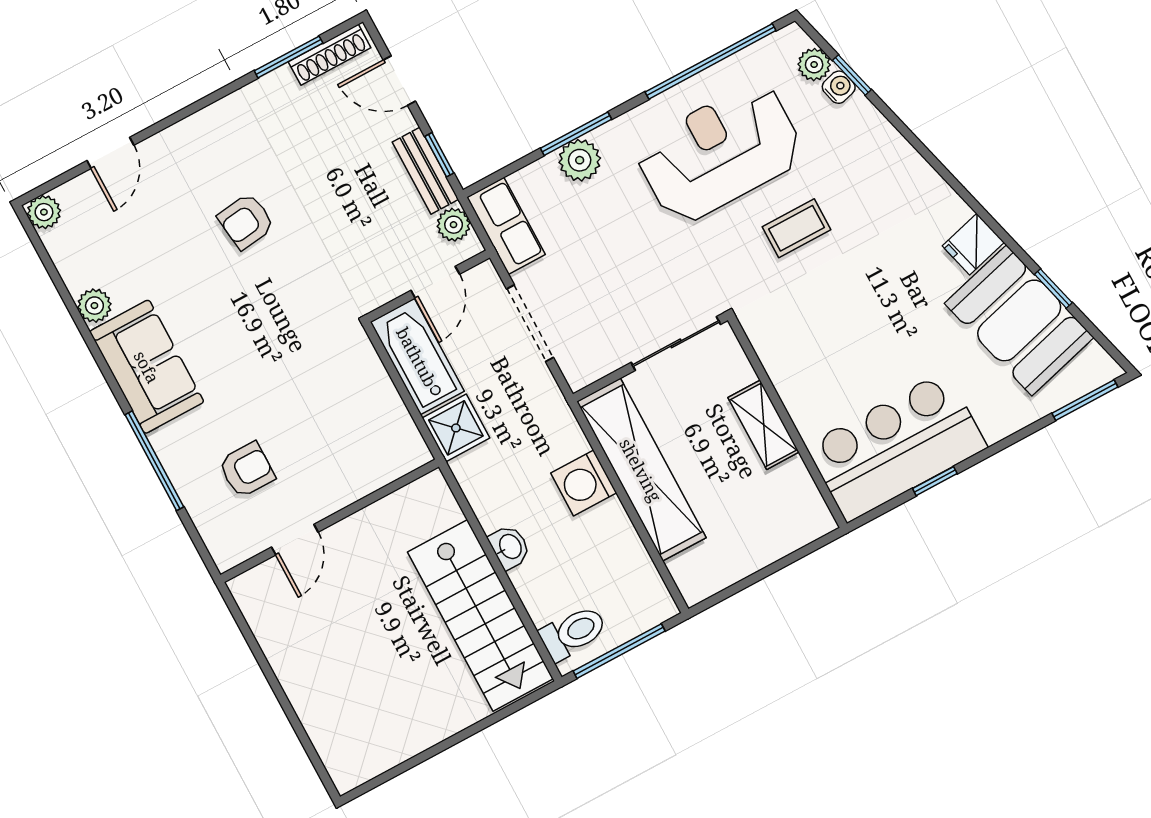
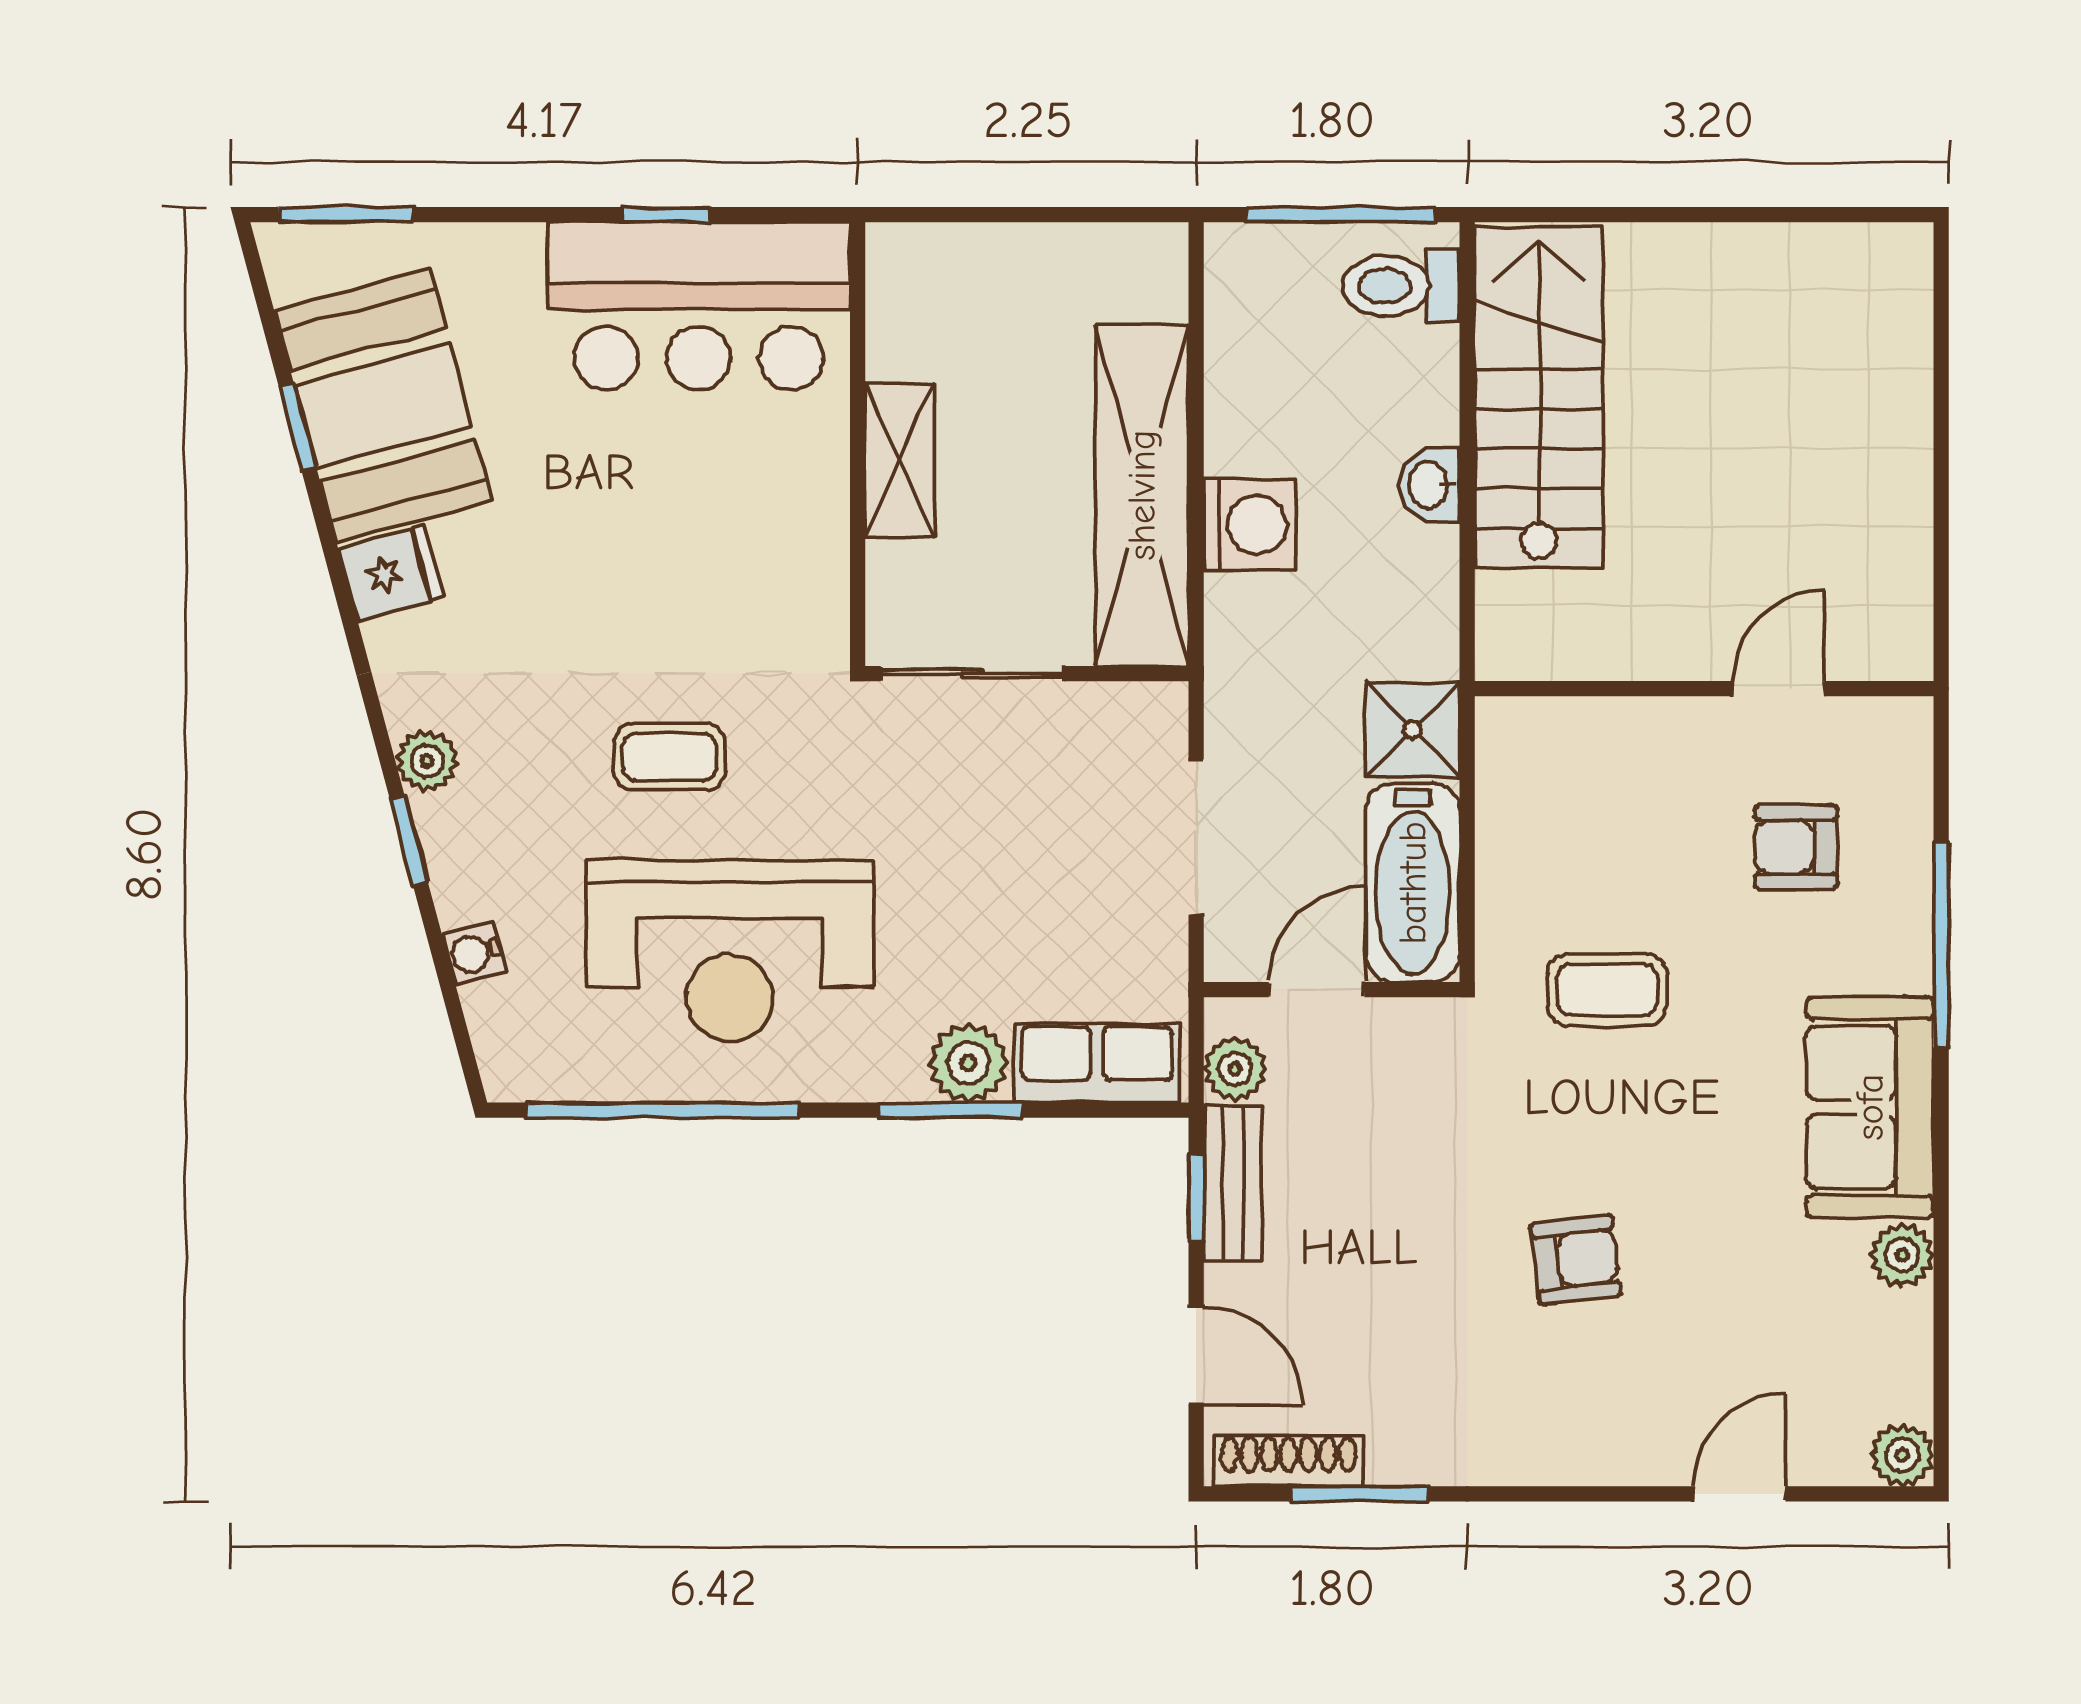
plant: (814, 65) -> (427, 761), moved
window: (852, 75) -> (409, 841), moved
row of seats: (506, 226) -> (1097, 1063), moved, turned 90
coffee table: (299, 355) -> (1607, 990), added

